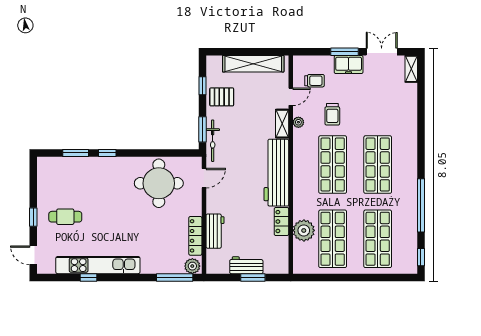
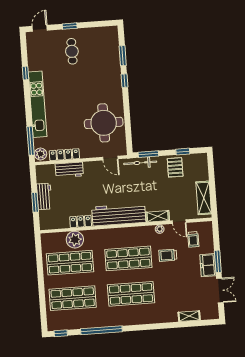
shelving: (253, 64) -> (204, 198), width x0.68
shelving: (411, 69) -> (189, 316), moved
kitchen unit: (98, 265) -> (38, 104), moved

